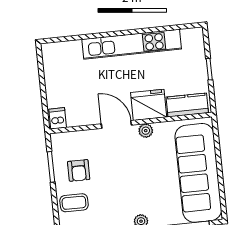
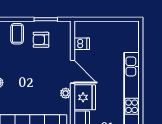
dishwasher: (58, 118) -> (82, 44), moved
door: (116, 125) -> (72, 72), hinge flipped

